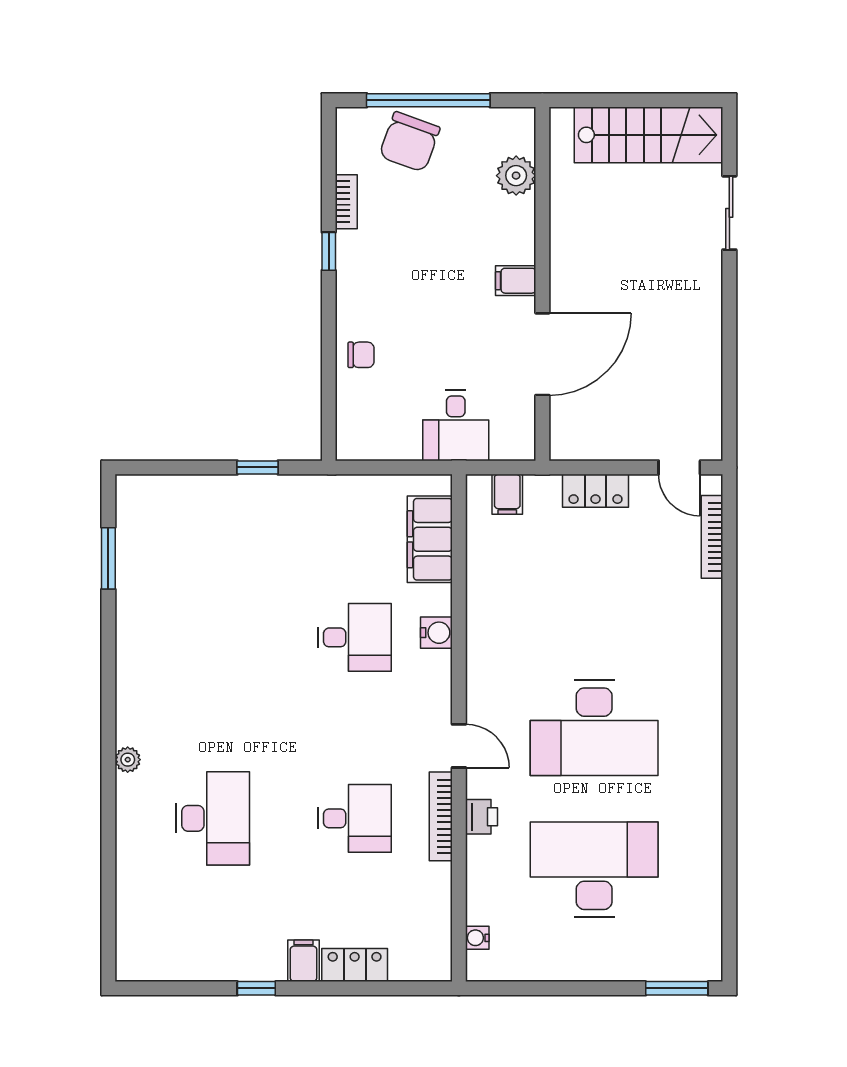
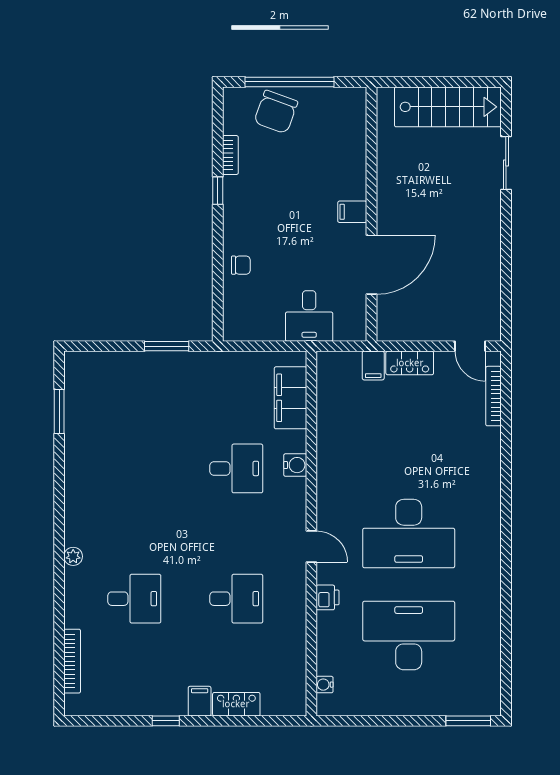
plant: (516, 176) -> (353, 136), removed
window: (258, 467) -> (167, 346), width x1.50
filing cabinet: (507, 494) -> (373, 365), moved
bookcase: (441, 816) -> (72, 661), moved, turned 180
desk: (213, 818) -> (134, 599), width x0.73

